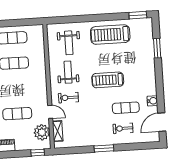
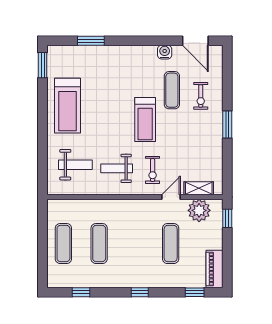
treadmill: (108, 80) -> (145, 119), moved

